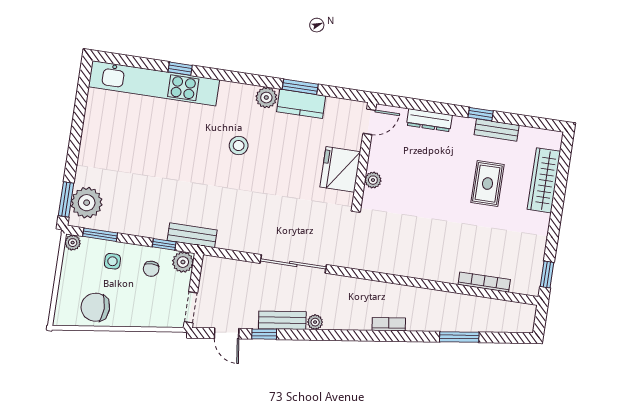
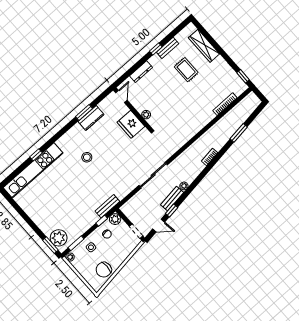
plant: (266, 98) -> (77, 130), removed

